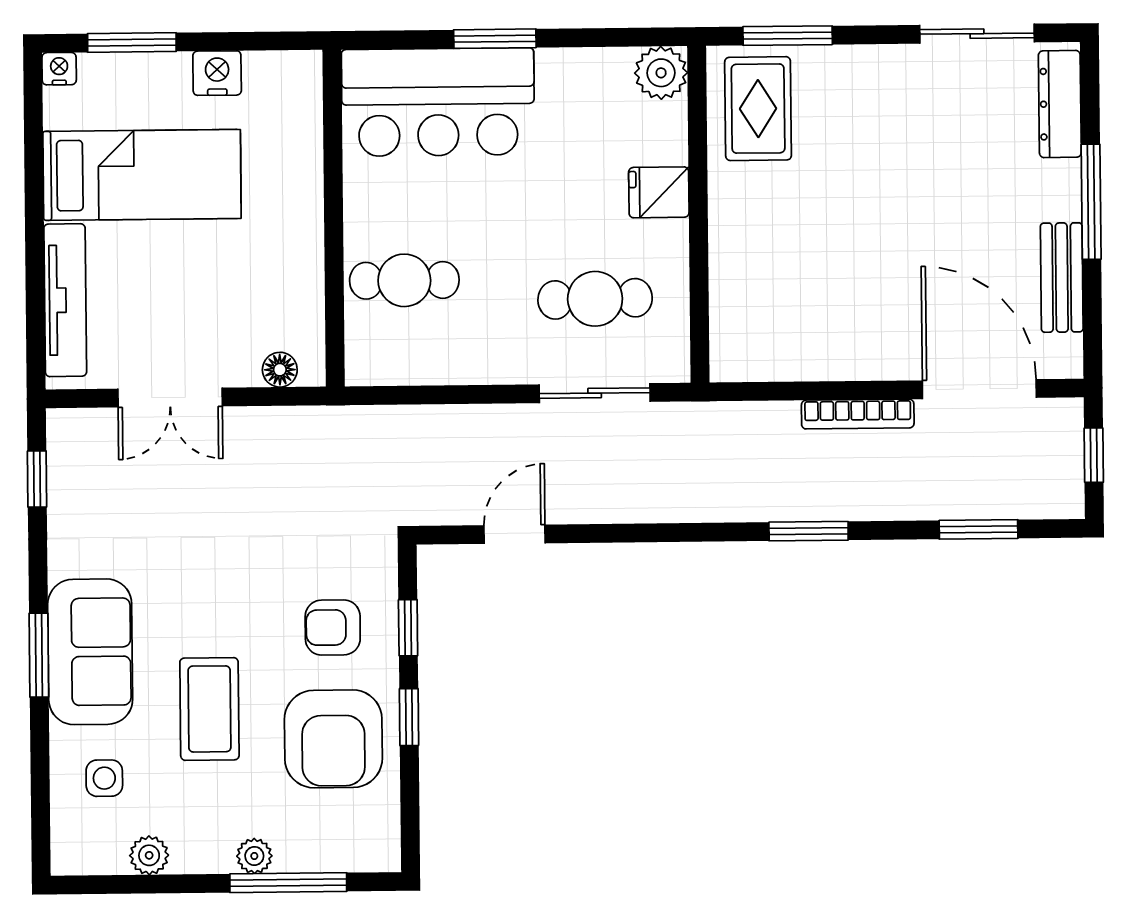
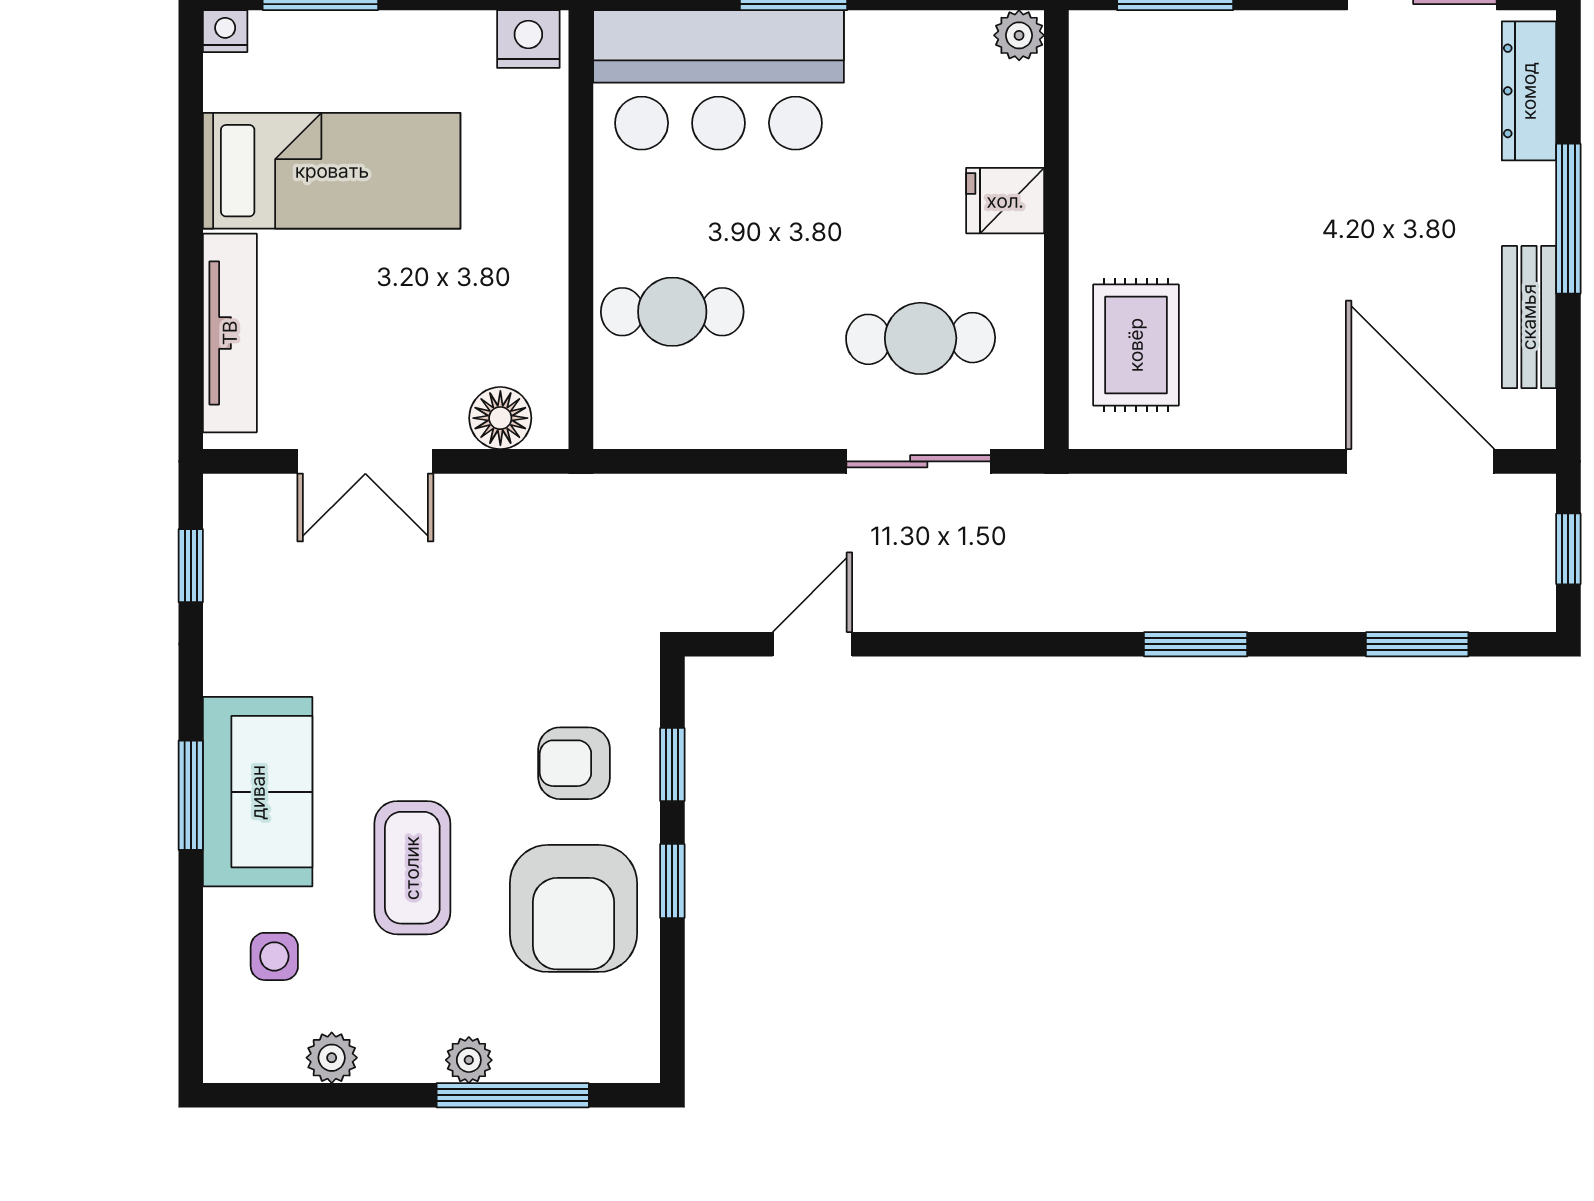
nightstand: (217, 73) -> (528, 39), moved
plant: (661, 73) -> (1019, 35), width x0.73, depth x0.73
rug: (758, 109) -> (1136, 345), moved
floor lamp: (280, 370) -> (500, 418), width x1.37, depth x1.37
bookcase: (858, 414) -> (1261, 492), removed

